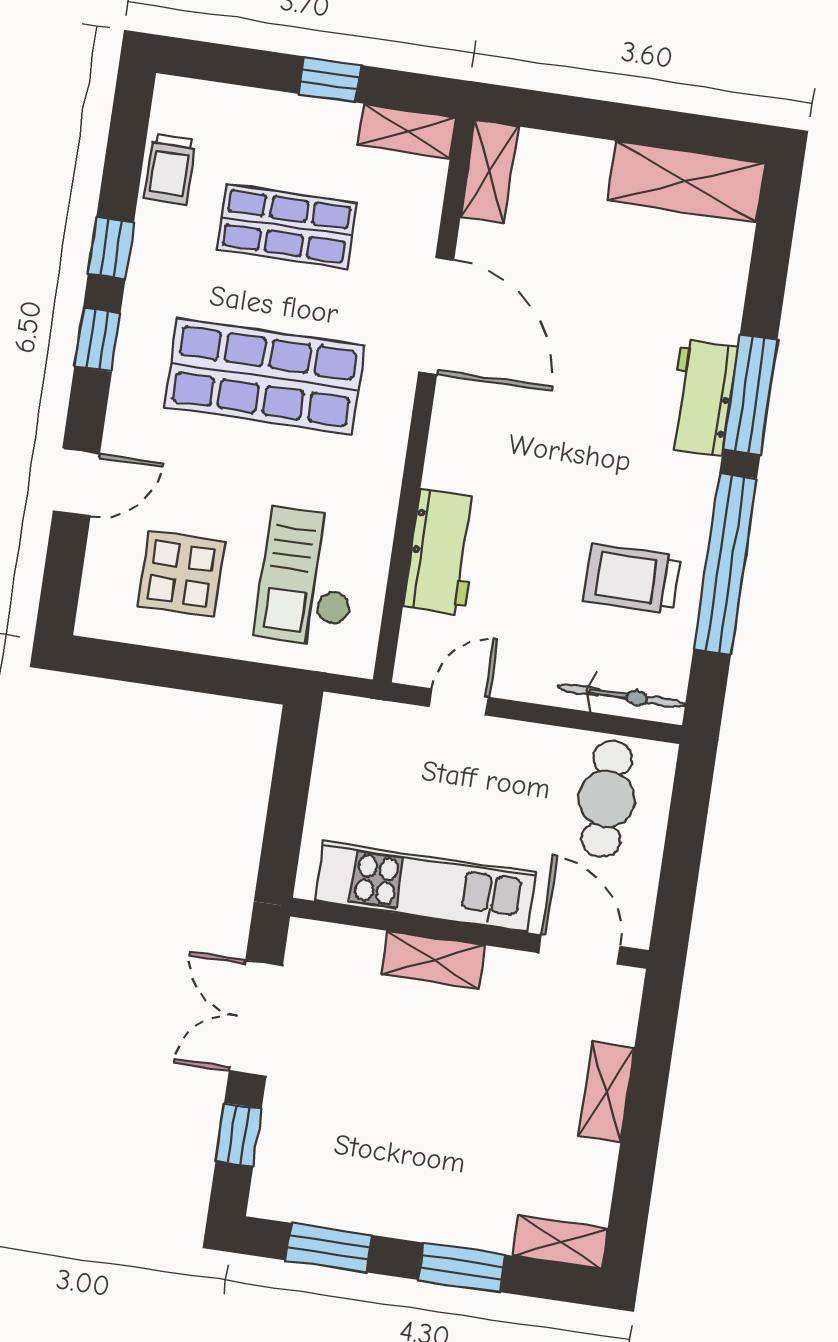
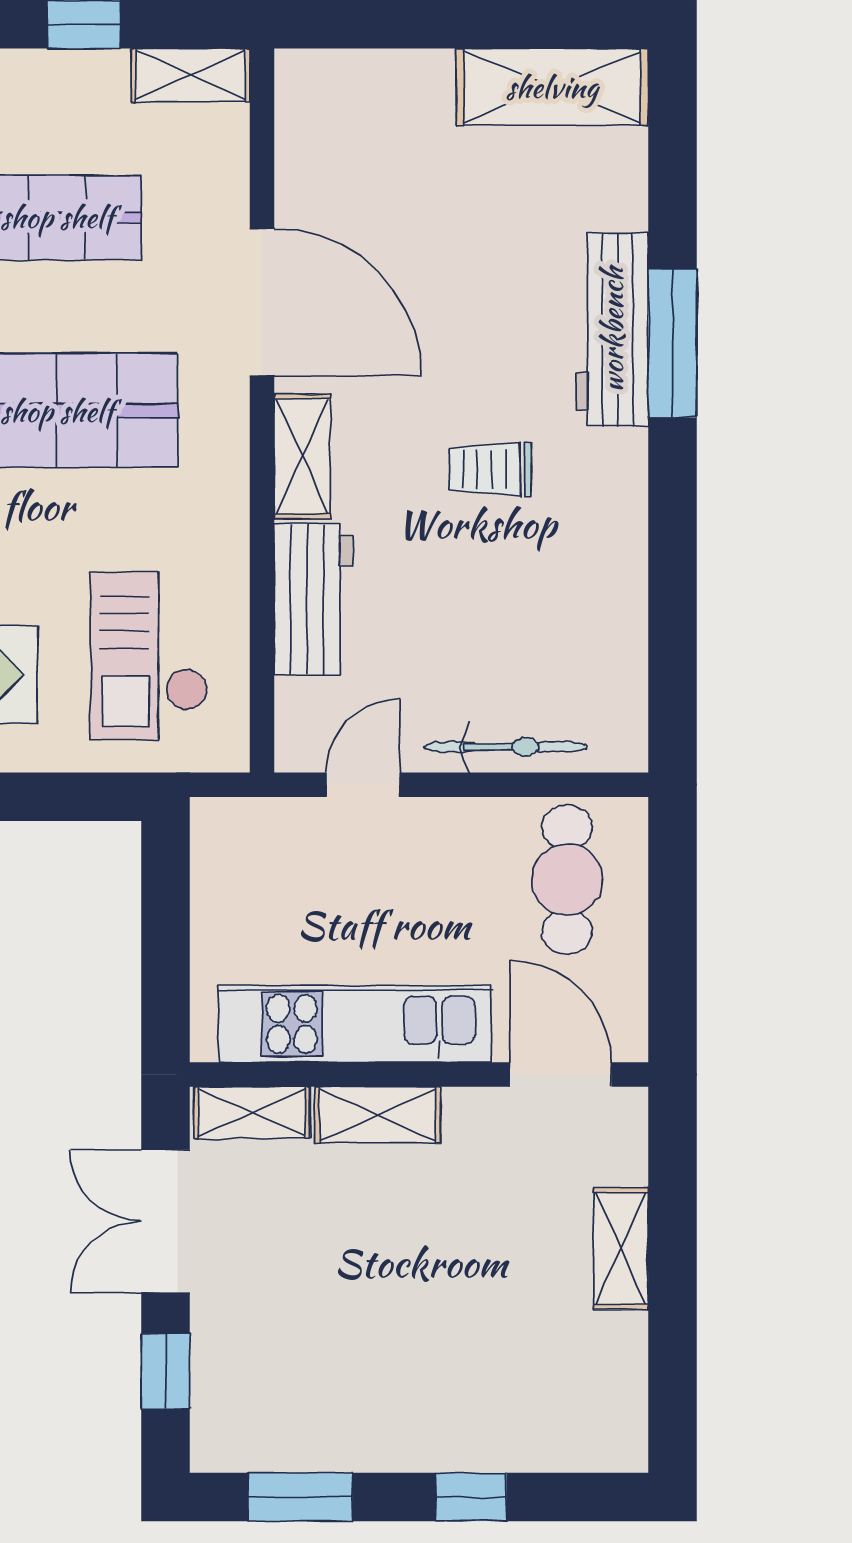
shelving: (489, 172) -> (302, 456), moved
workbench: (702, 398) -> (612, 330), width x1.37
window: (725, 564) -> (672, 561), removed
trolley: (632, 579) -> (490, 469), moved, width x0.73, depth x0.72
bicycle: (622, 696) -> (506, 747), moved
shelving: (560, 1242) -> (252, 1113), moved
window: (462, 1267) -> (471, 1497), width x0.67

